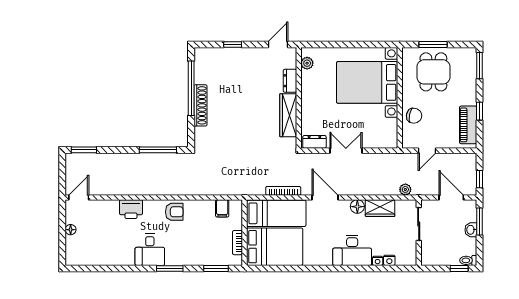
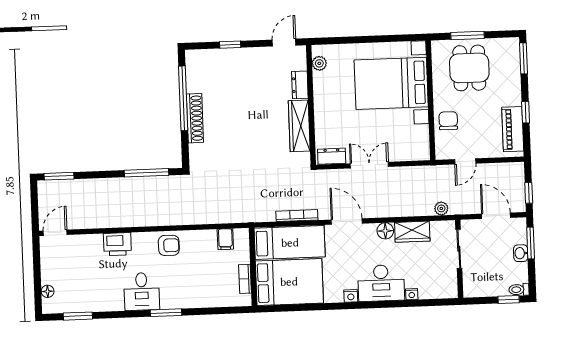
chair: (414, 116) -> (448, 121), turned -101
floor lamp: (71, 230) -> (48, 291), moved
nightstand: (389, 260) -> (351, 296), moved
window: (216, 268) -> (78, 316), moved

